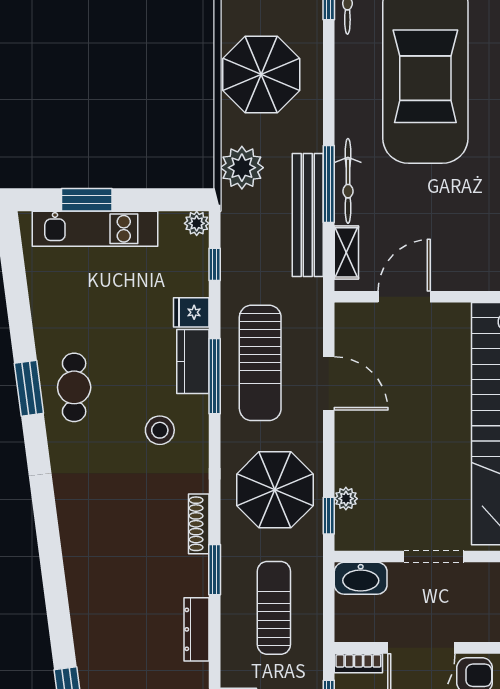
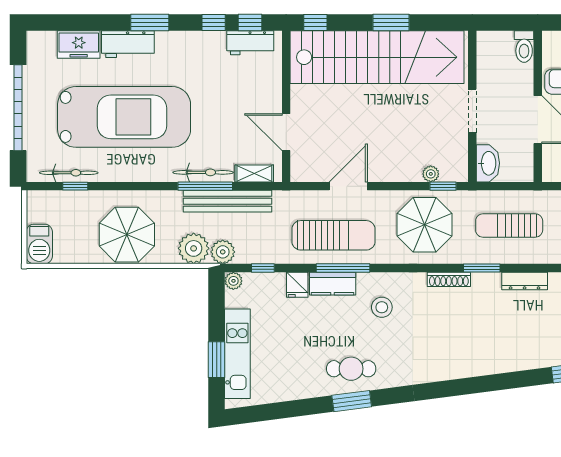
plant: (237, 208) -> (223, 252), added
bookcase: (358, 663) -> (549, 165), removed

